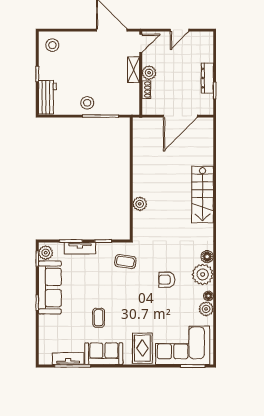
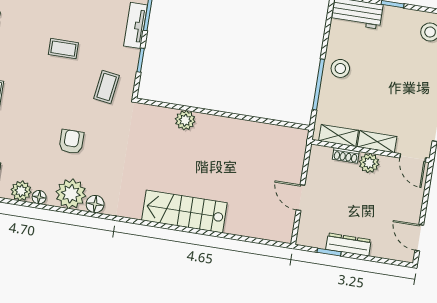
door: (180, 30) -> (419, 238), moved
shelving: (133, 97) -> (338, 136), added
door: (180, 116) -> (301, 198), width x0.53
coffee table: (99, 318) -> (63, 49), moved

